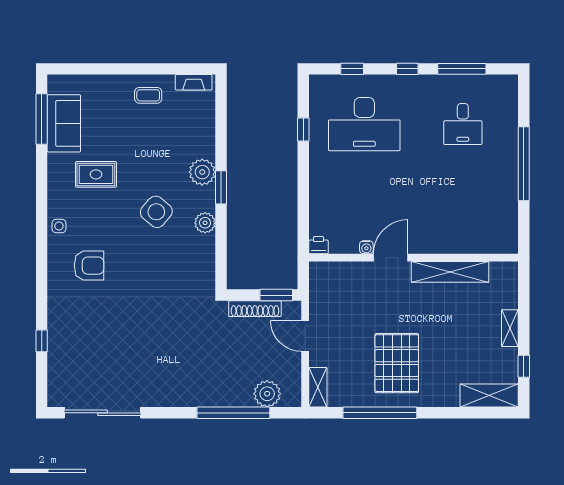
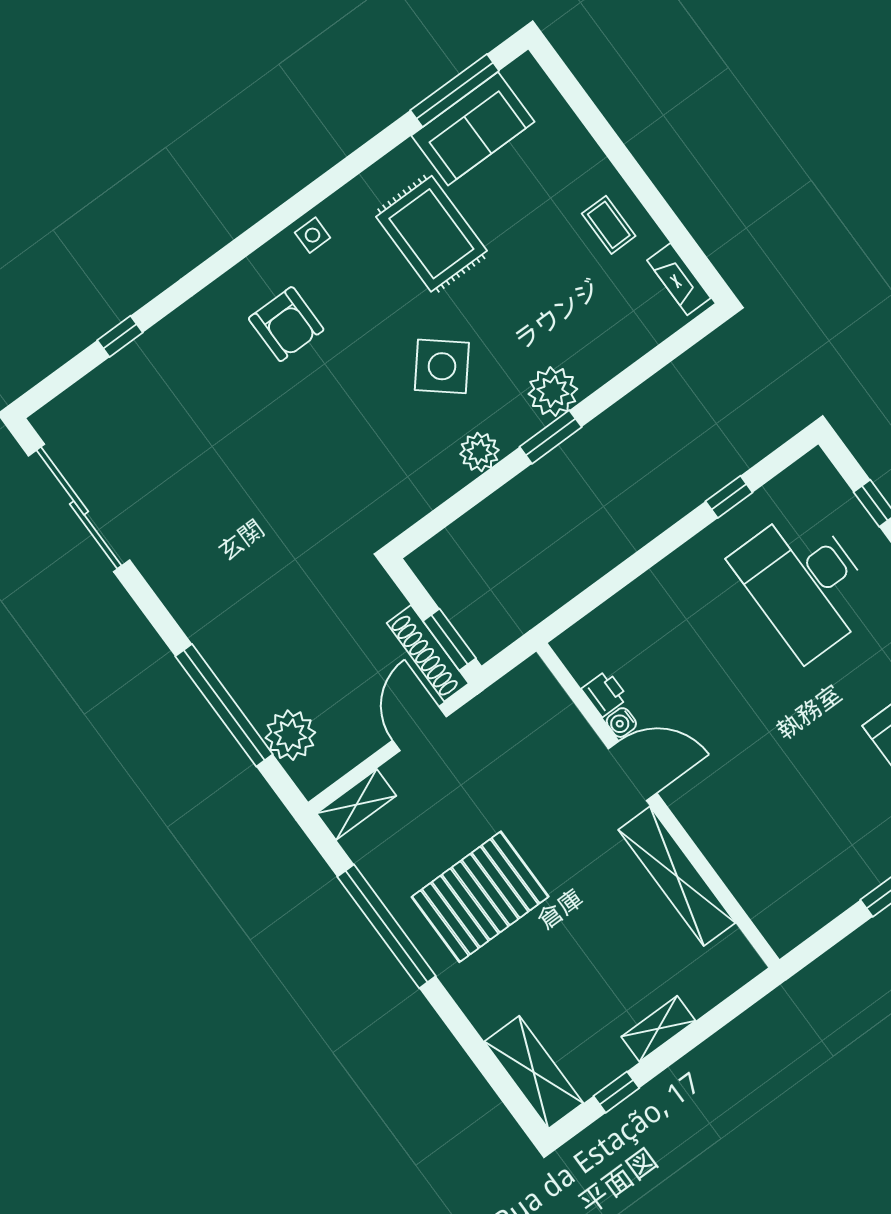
rug: (96, 174) -> (431, 234), width x1.36, depth x1.43
printer: (318, 245) -> (605, 693), moved
shoe rack: (255, 309) -> (428, 653), moved

